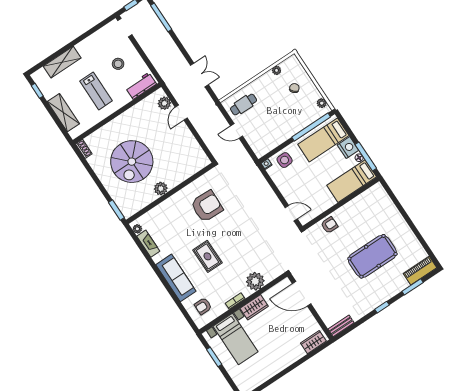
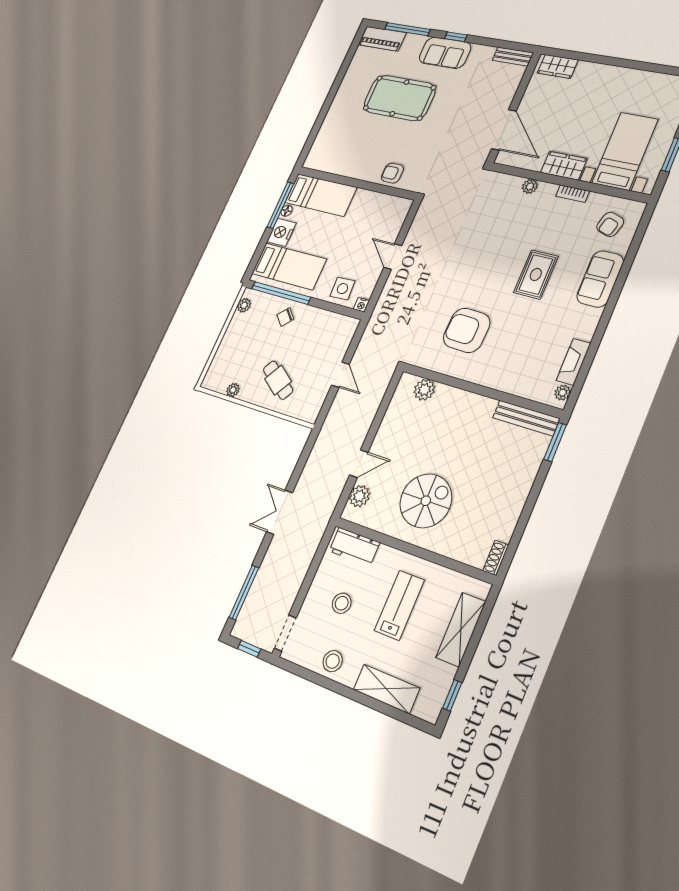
stool: (94, 44) -> (333, 661), added
double door: (199, 75) -> (280, 512), moved
chair: (294, 88) -> (285, 317), moved
cafe table: (244, 105) -> (278, 380), moved, turned 33
spiral stairs: (132, 162) -> (426, 501), moved, width x0.73, depth x0.73
plant: (161, 189) -> (424, 390), moved
bench: (139, 205) -> (526, 418), added
door: (291, 213) -> (393, 257), moved
sofa: (176, 278) -> (600, 279), width x0.73
plant: (255, 281) -> (530, 186), width x0.53, depth x0.53
window: (413, 287) -> (407, 29), width x1.44
sofa: (378, 296) -> (445, 53), added
armchair: (203, 306) -> (610, 224), turned 107

